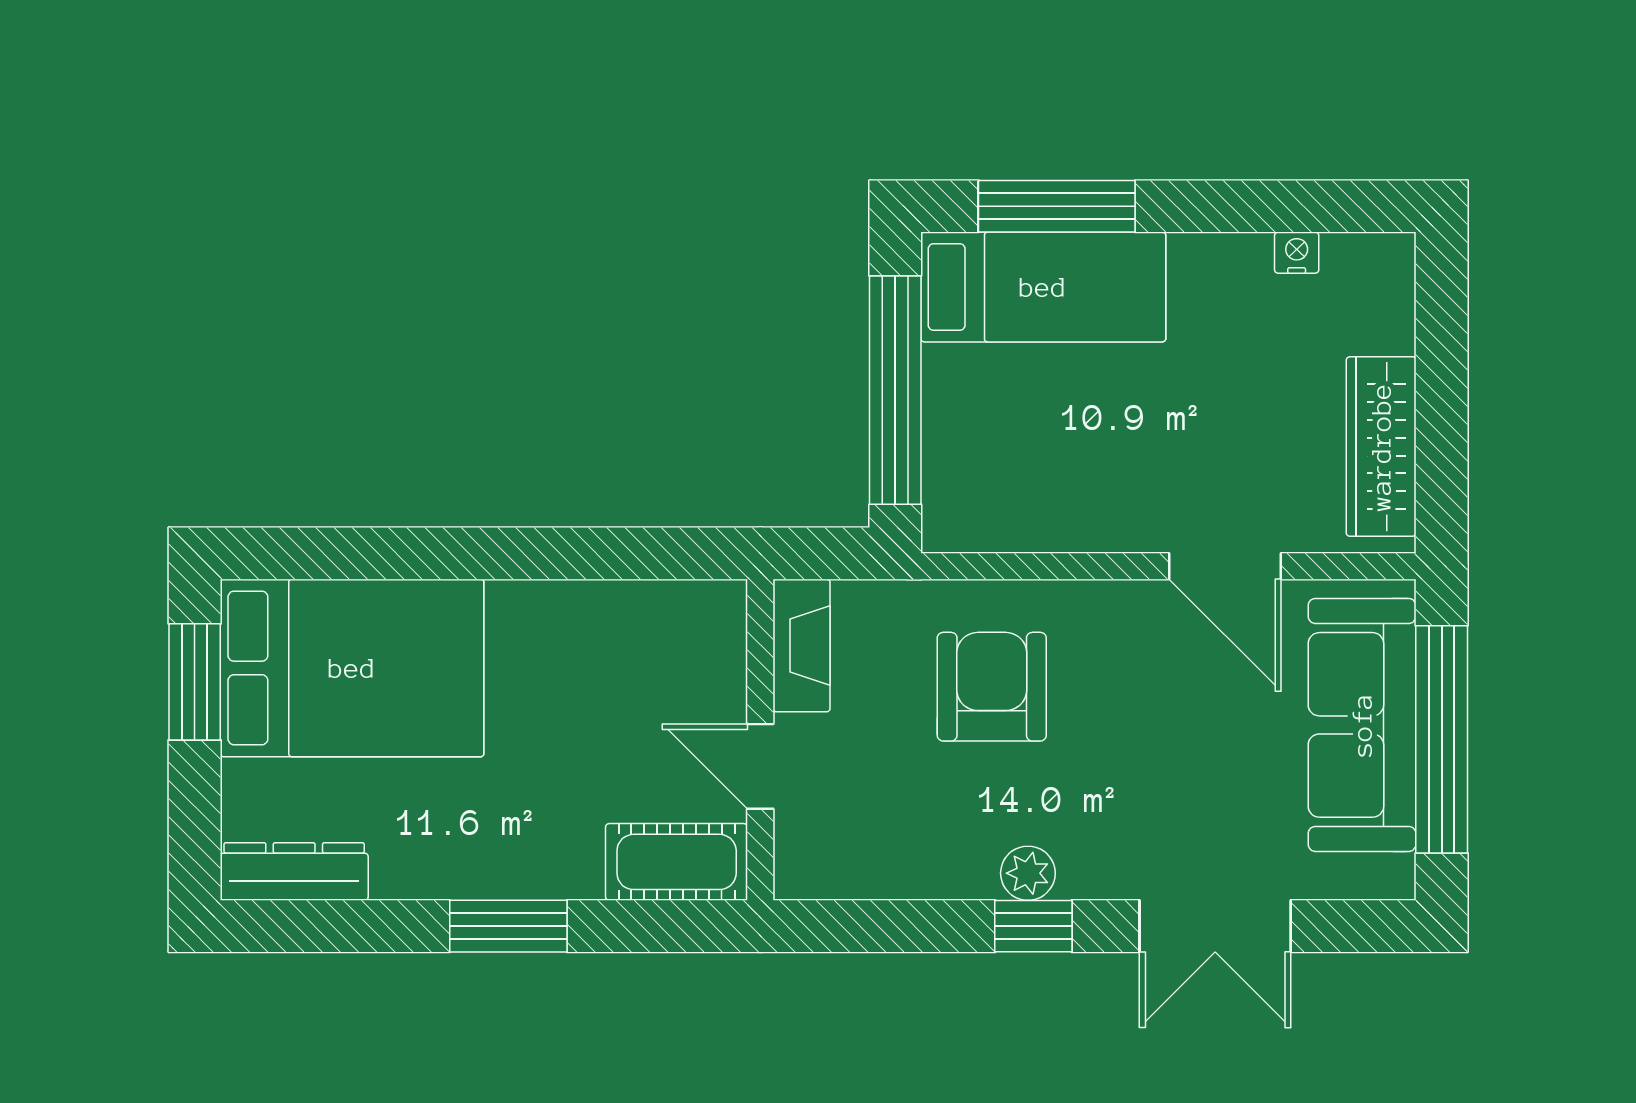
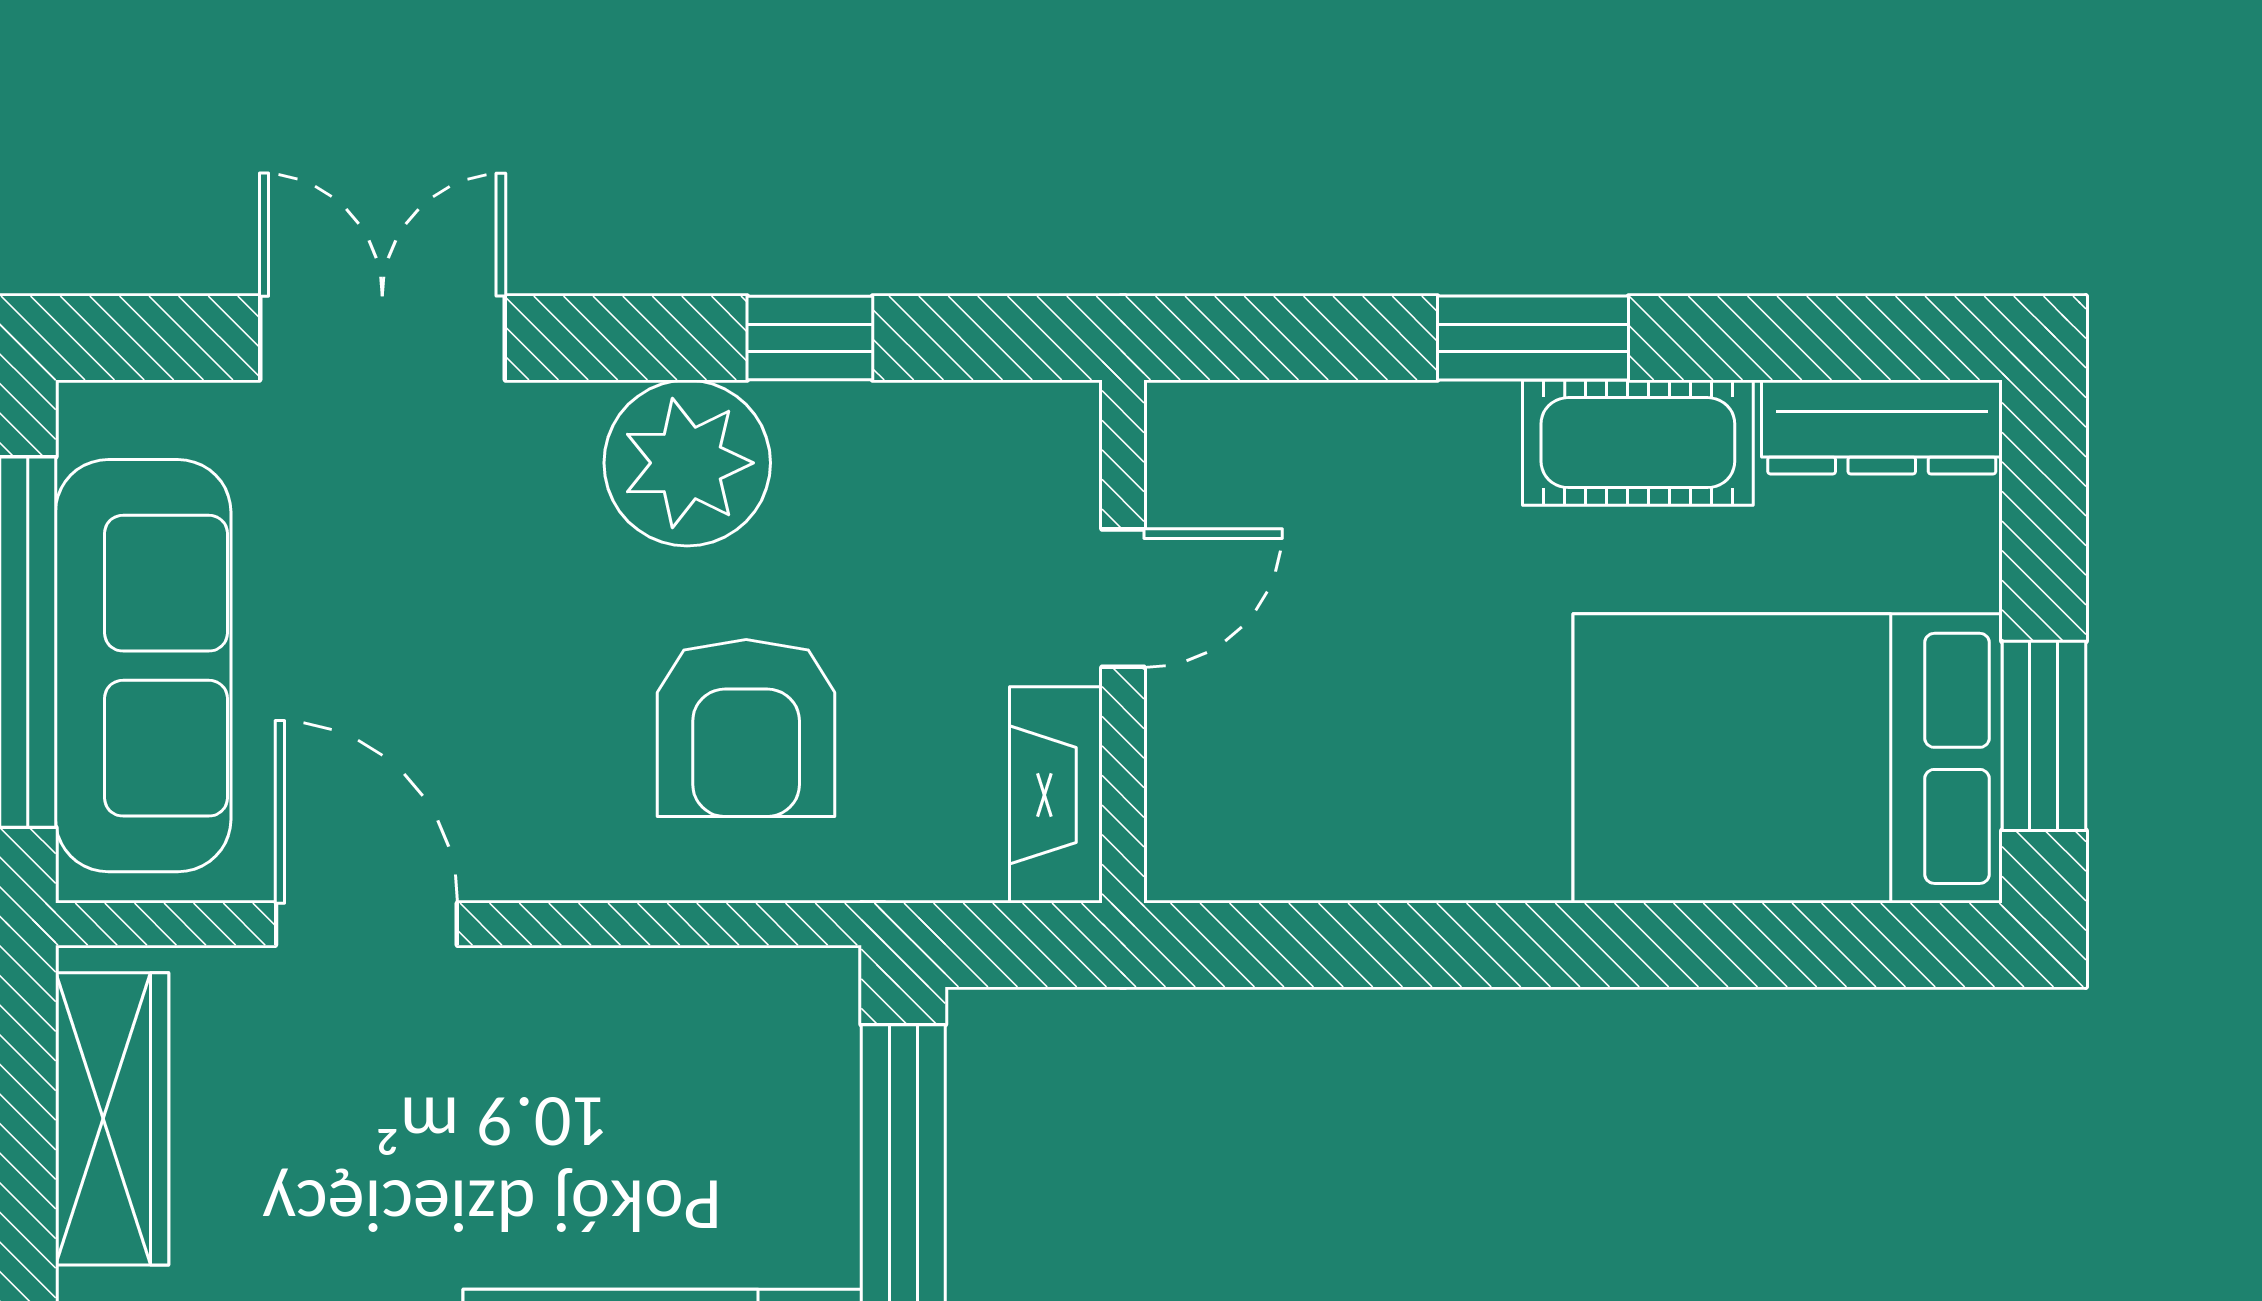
door: (760, 766) -> (1123, 598), hinge flipped
cot: (677, 862) -> (1638, 443), moved
plant: (1028, 873) -> (687, 463), width x1.88, depth x1.88
window: (1033, 926) -> (810, 338), moved

